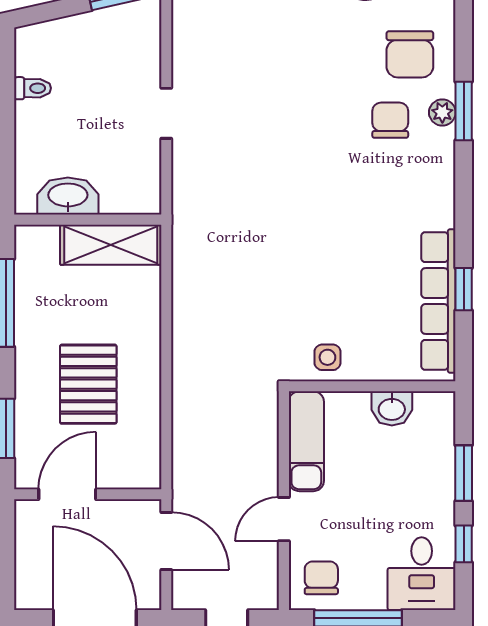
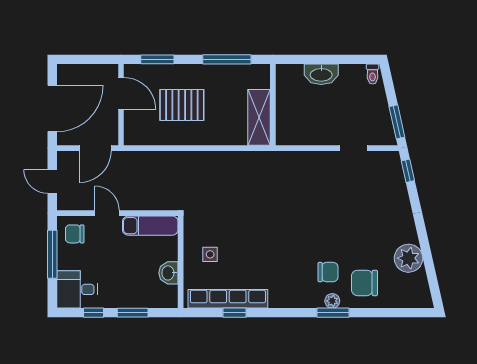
toilet: (33, 88) -> (373, 74), moved
doorway: (166, 113) -> (354, 148), moved
washbasin: (68, 196) -> (321, 74), moved, turned 90
side table: (327, 357) -> (210, 254), moved
chair: (321, 578) -> (75, 234), turned 180

